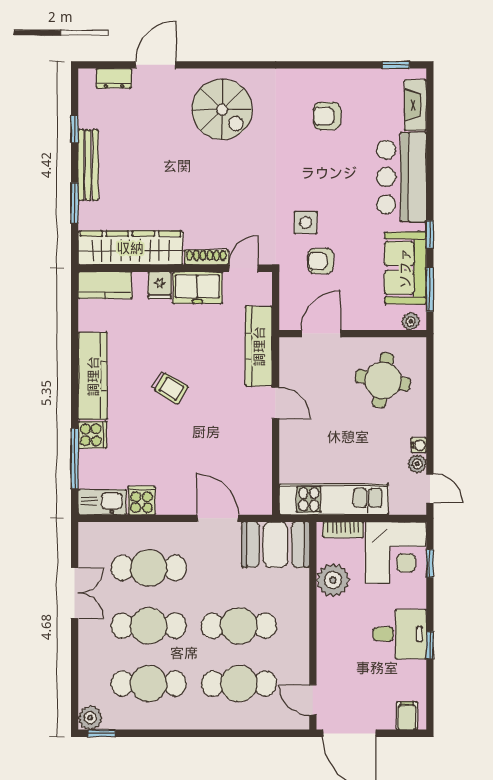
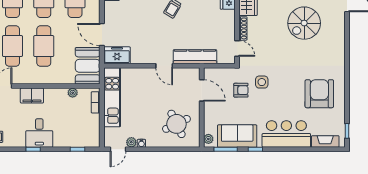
spiral stairs: (222, 109) -> (304, 23), moved
armchair: (327, 116) -> (319, 94), width x1.88, depth x1.88
armchair: (321, 261) -> (241, 90), turned 90
freezer: (197, 288) -> (117, 55), moved, turned 90
round table: (383, 380) -> (176, 124), turned -36
door: (276, 403) -> (164, 66), hinge flipped
door: (218, 518) -> (102, 35), swing flipped
corner desk: (396, 552) -> (83, 131), removed
plant: (333, 580) -> (73, 93), width x0.53, depth x0.53
filing cabinet: (331, 648) -> (32, 96), added

